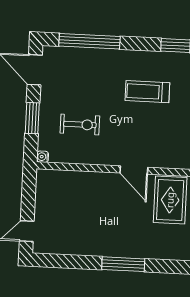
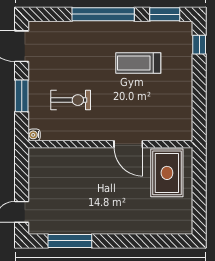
window: (89, 41) -> (103, 14), moved
window: (123, 264) -> (70, 241), moved

